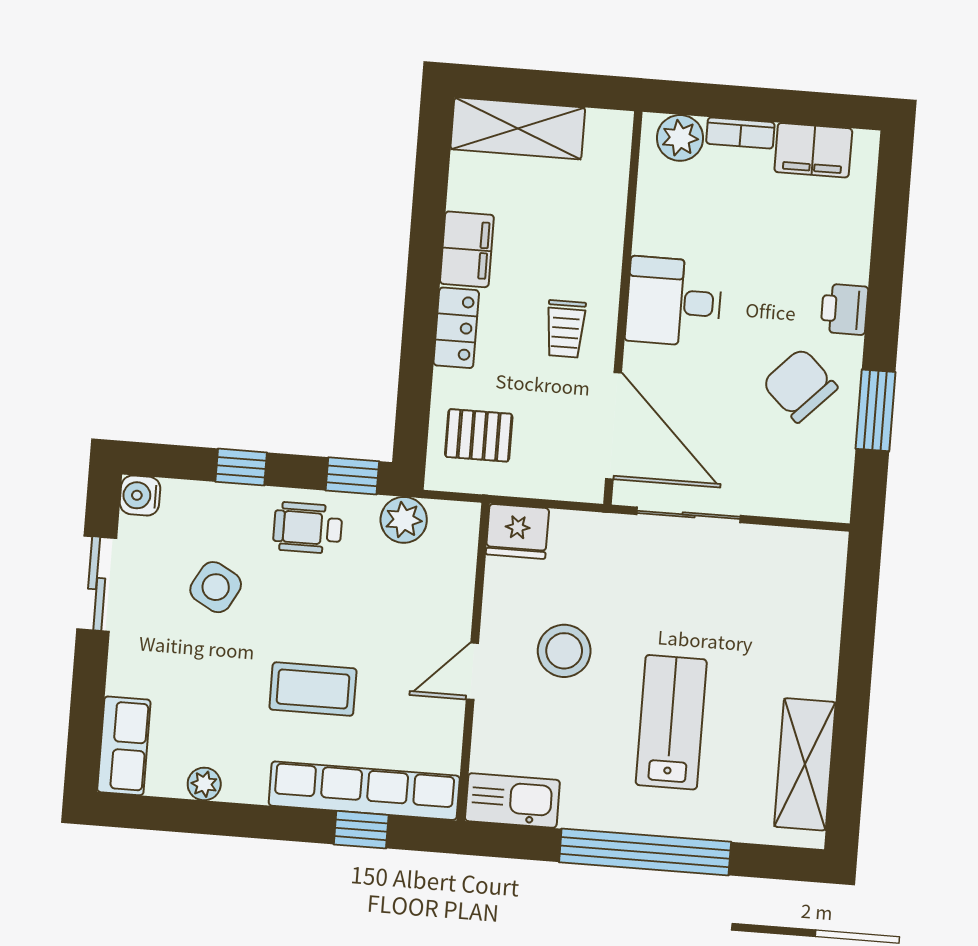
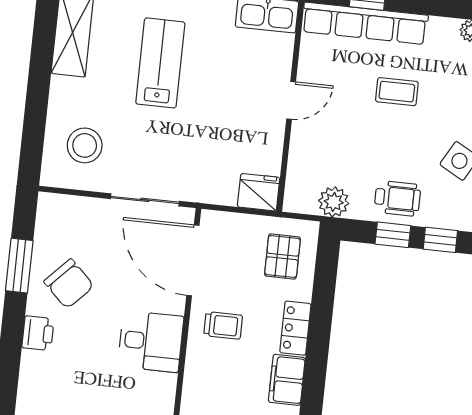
trolley: (565, 329) -> (223, 325), turned 90
pallet: (479, 435) -> (282, 256), turned 90
window: (352, 476) -> (393, 235), moved
stool: (564, 651) -> (85, 145), moved
coffee table: (313, 689) -> (397, 92), width x0.73, depth x0.77
lab bench: (671, 722) -> (160, 63), turned 180

